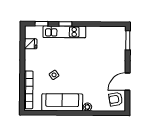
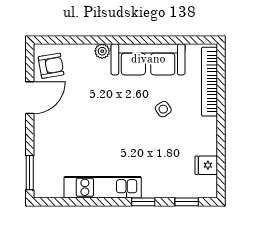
kitchen unit: (64, 32) -> (103, 187), moved

